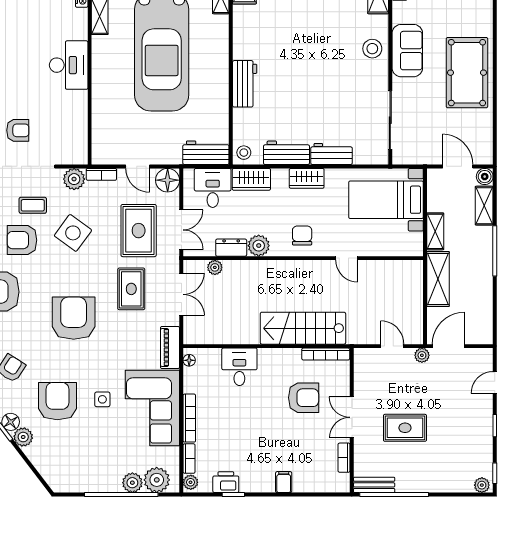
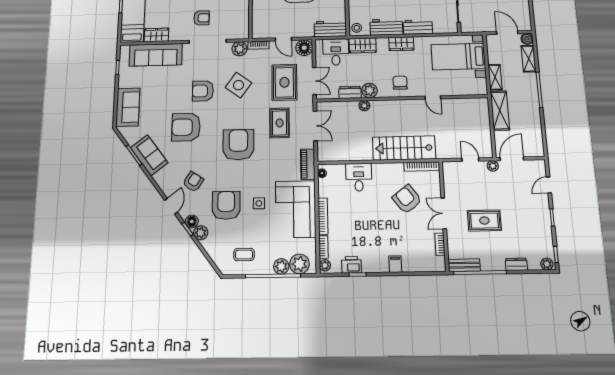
coffee table: (33, 205) -> (244, 255), moved
plant: (215, 267) -> (364, 106), moved
armchair: (304, 398) -> (407, 199), turned -127
dresser: (442, 485) -> (516, 264), added

